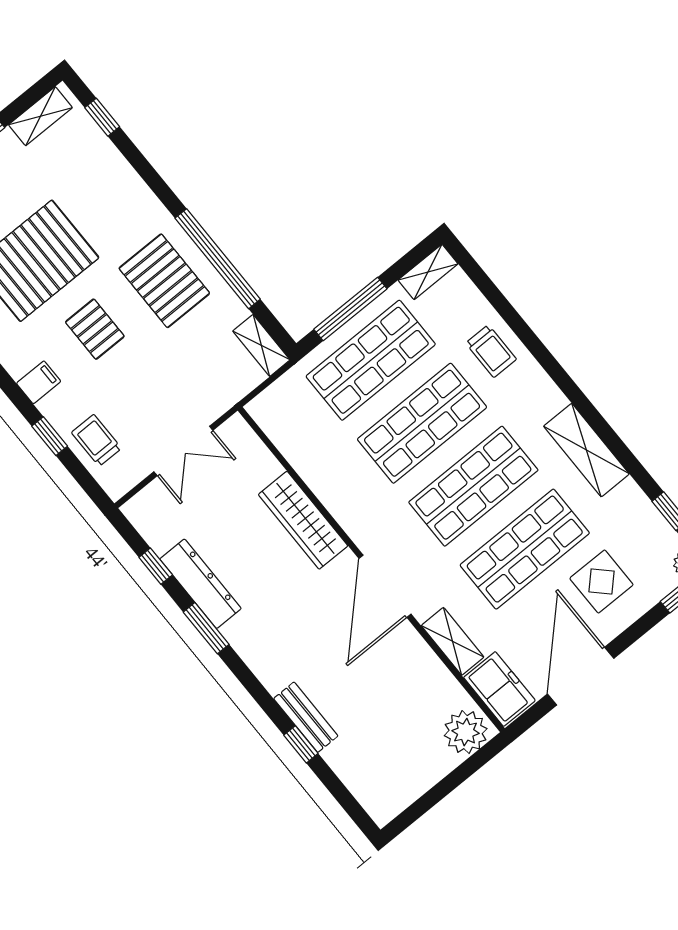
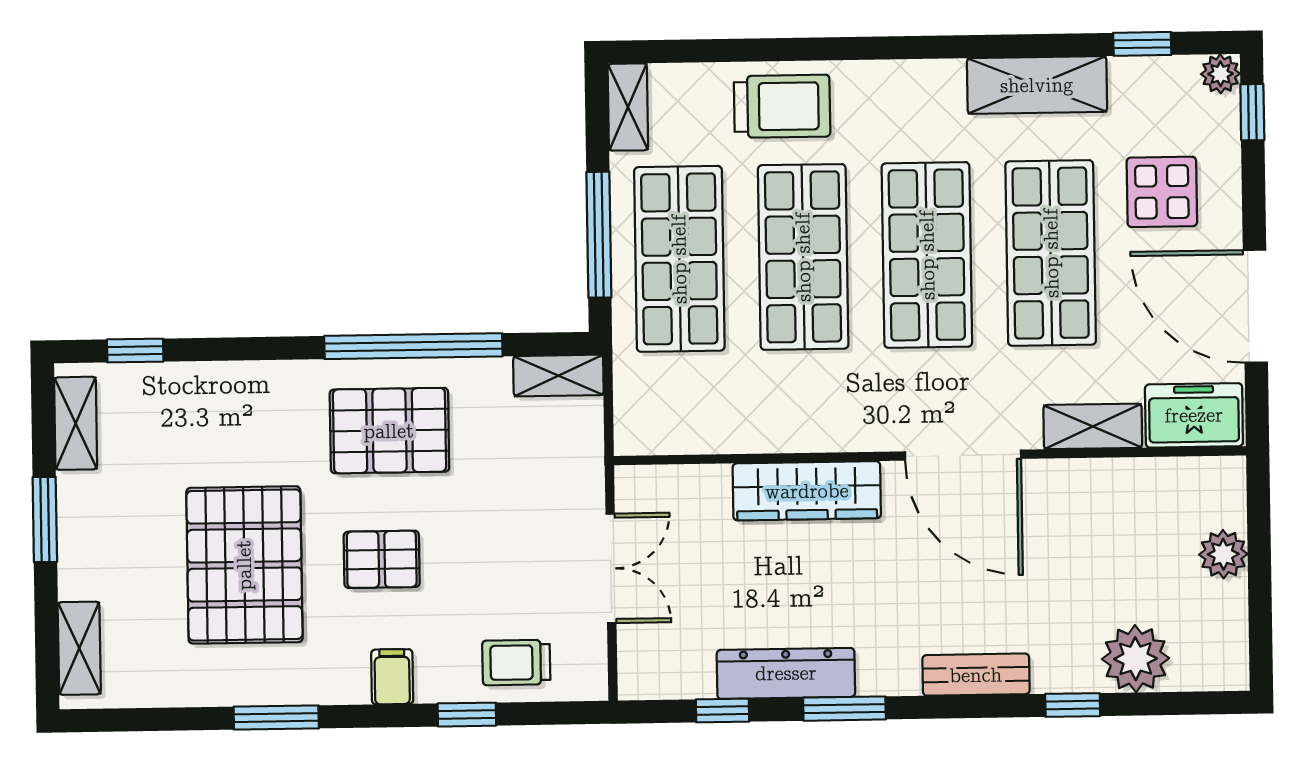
trolley: (491, 351) -> (782, 106), width x1.36, depth x1.39
shelving: (586, 450) -> (1037, 85), moved
bench: (306, 717) -> (976, 675), moved
plant: (466, 732) -> (1223, 554), moved, width x0.73, depth x0.73
plant: (350, 758) -> (1136, 659), added

